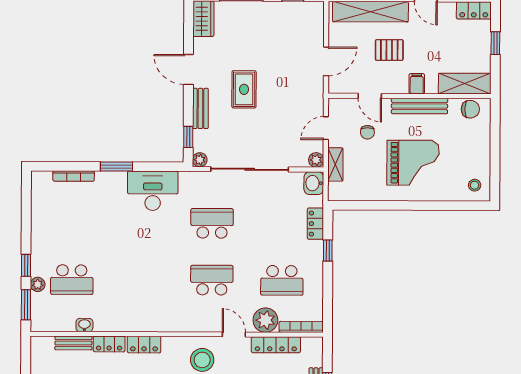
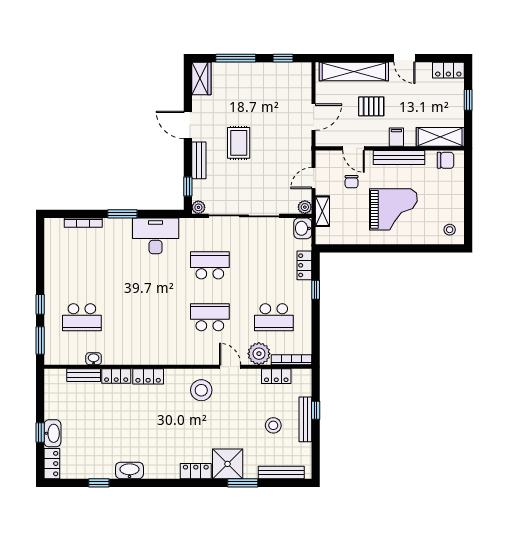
plant: (38, 284) -> (51, 322), removed
locker: (276, 345) -> (276, 376), width x0.66

